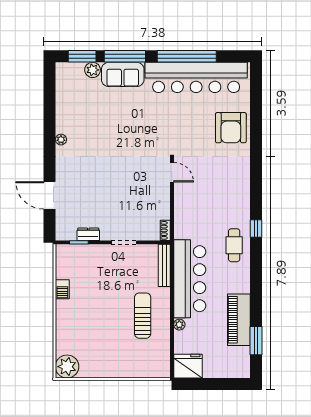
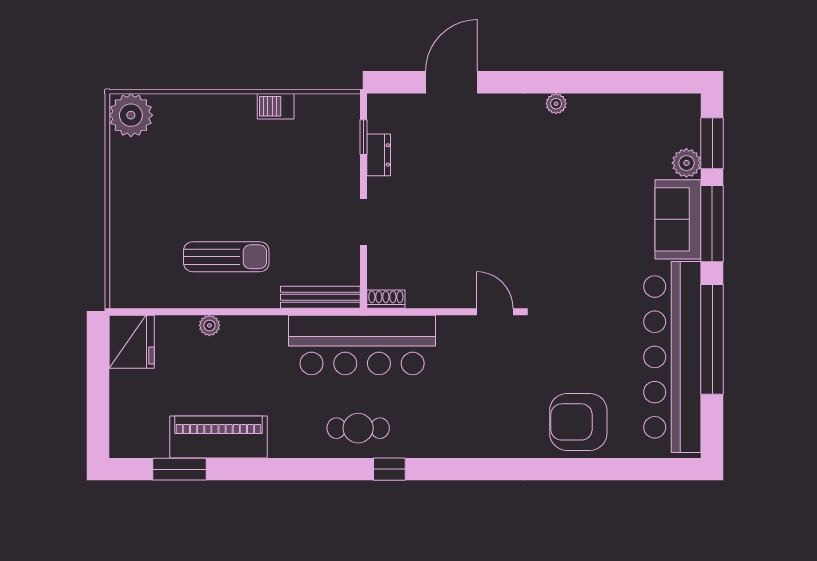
door: (172, 172) -> (495, 312), swing flipped
bar counter: (190, 279) -> (362, 345), moved

